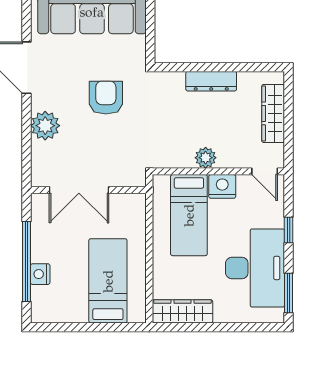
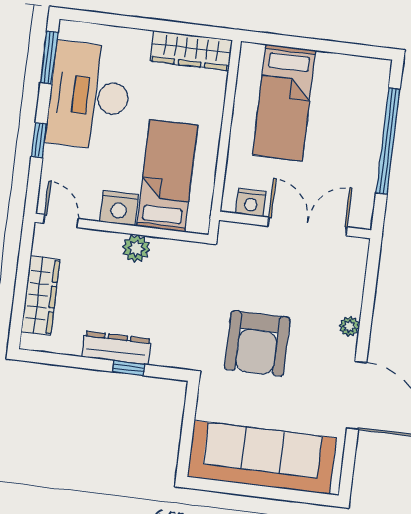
window: (200, 67) -> (128, 368), added
armchair: (106, 98) -> (257, 343), width x1.36, depth x1.36
plant: (45, 126) -> (349, 326), width x0.53, depth x0.53
nightstand: (40, 274) -> (251, 203), moved, turned 90

